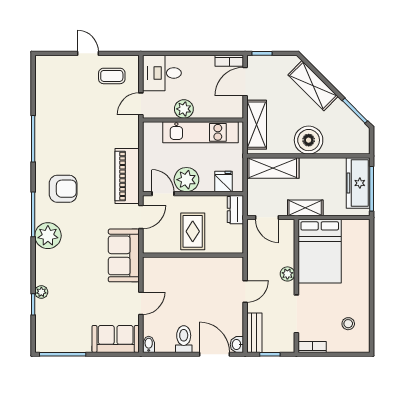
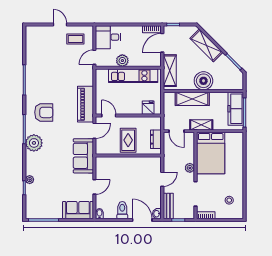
shelving: (273, 168) -> (192, 99), moved
plant: (186, 180) -> (124, 106), removed
dresser: (235, 210) -> (156, 139), moved

